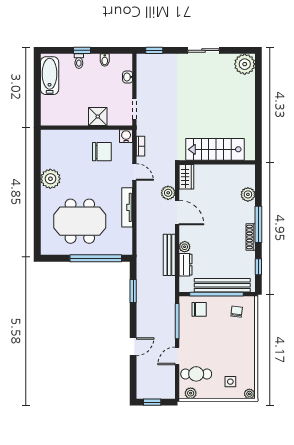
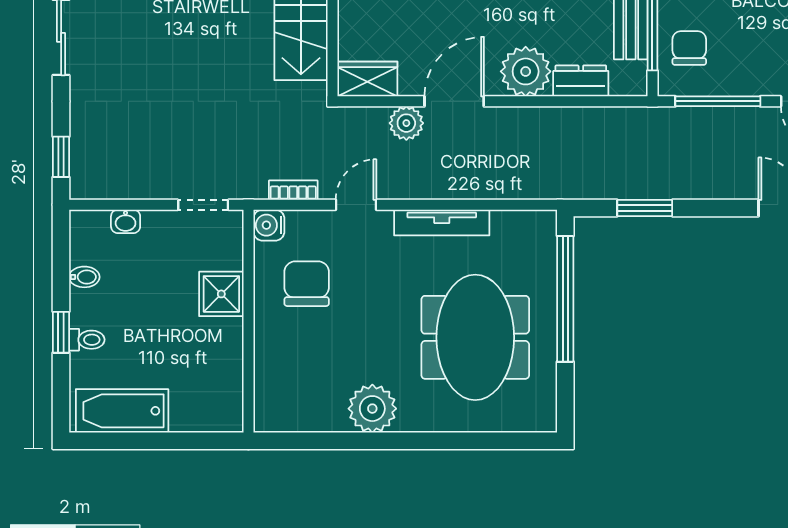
plant: (185, 247) -> (526, 71), width x1.88, depth x1.88
bench: (169, 255) -> (557, 120), removed

